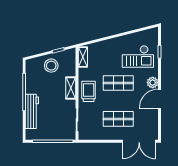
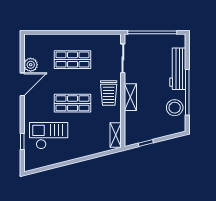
stool: (51, 66) -> (175, 108), moved
plant: (153, 83) -> (31, 65), moved
double door: (139, 141) -> (47, 32), removed

